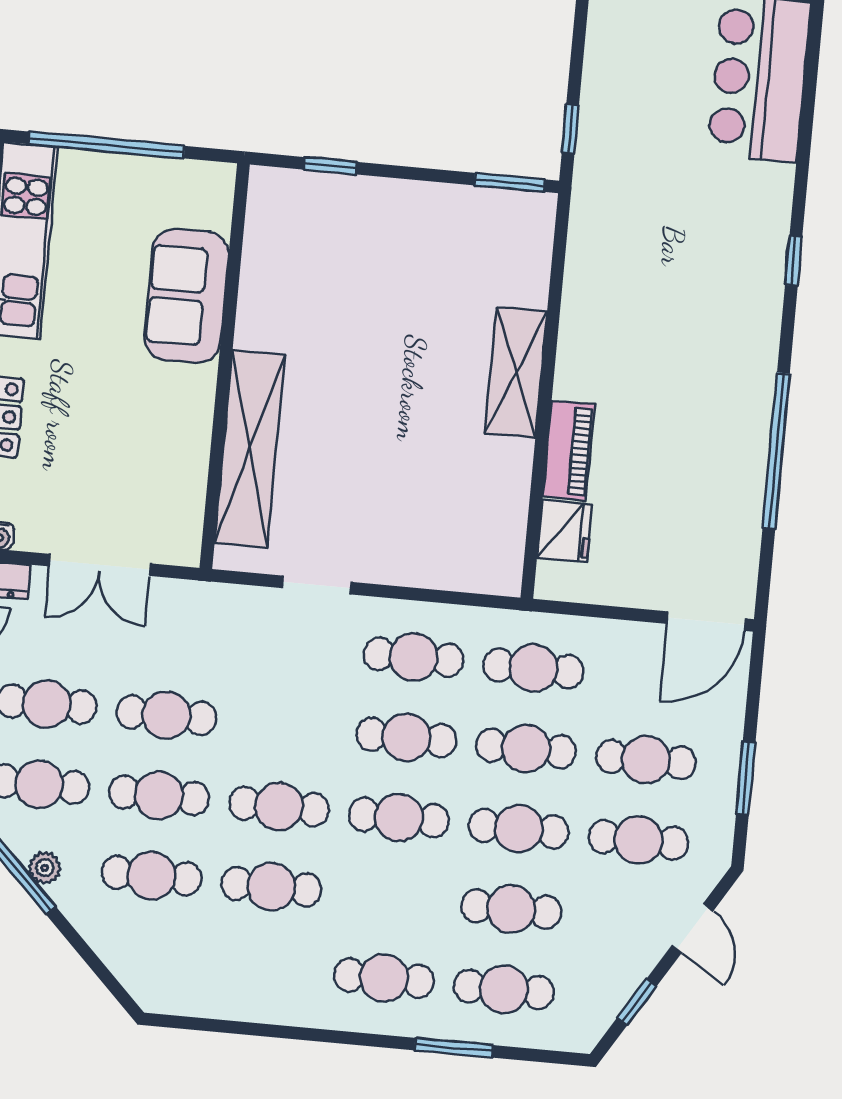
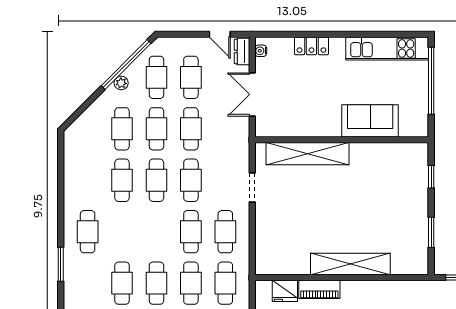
window: (510, 182) -> (431, 232), moved
shelving: (516, 373) -> (350, 264), width x1.47
cafe table: (399, 818) -> (191, 180), moved
cafe table: (504, 989) -> (88, 283), removed

